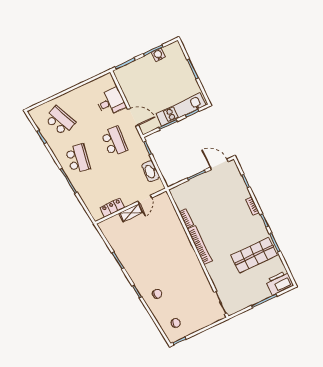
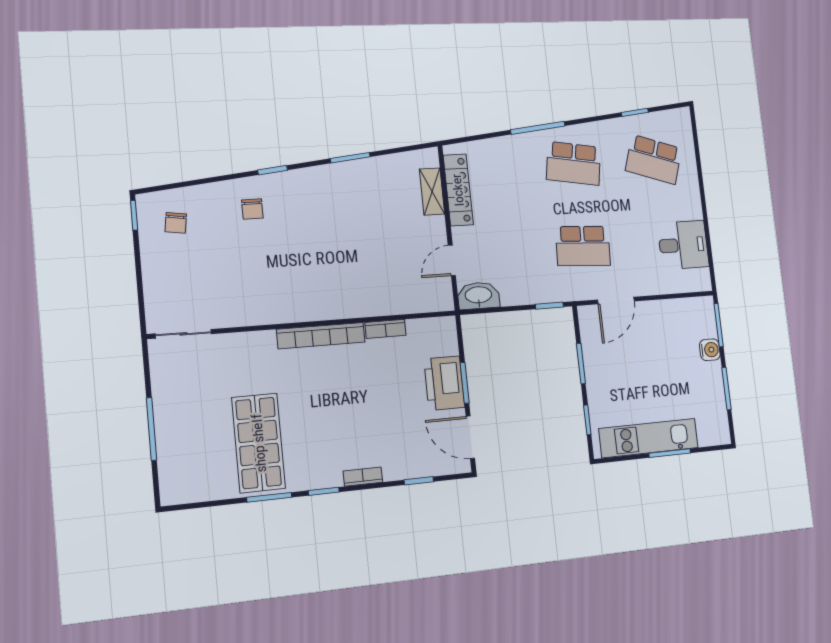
water cooler: (158, 55) -> (710, 350), moved
desk: (111, 102) -> (683, 245), moved, turned -90
kitchen unit: (181, 109) -> (649, 438), moved, turned -90
school desk: (60, 121) -> (654, 159), turned 42
door: (219, 164) -> (470, 437), swing flipped
washbasin: (151, 171) -> (478, 296), moved
door: (145, 200) -> (452, 260), hinge flipped
locker: (112, 208) -> (458, 190), width x1.53
shelving: (131, 213) -> (432, 191), moved
printer: (279, 283) -> (444, 383), moved, turned 180

